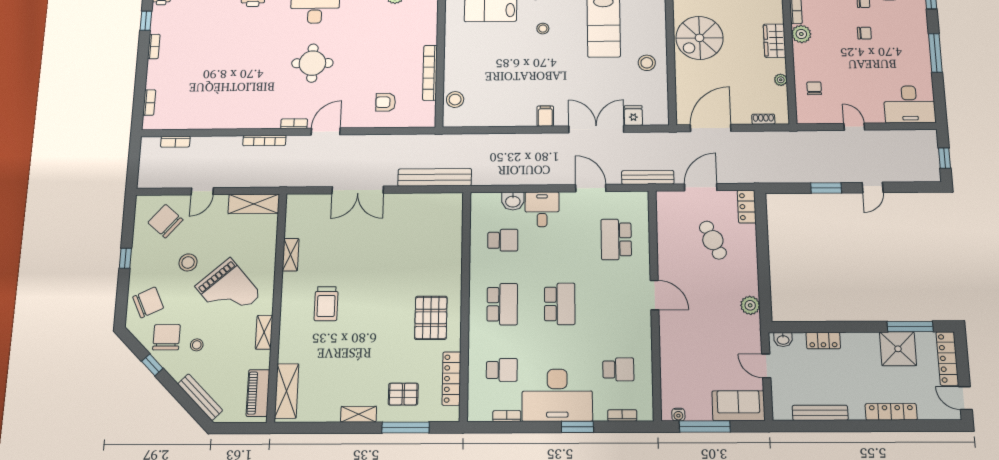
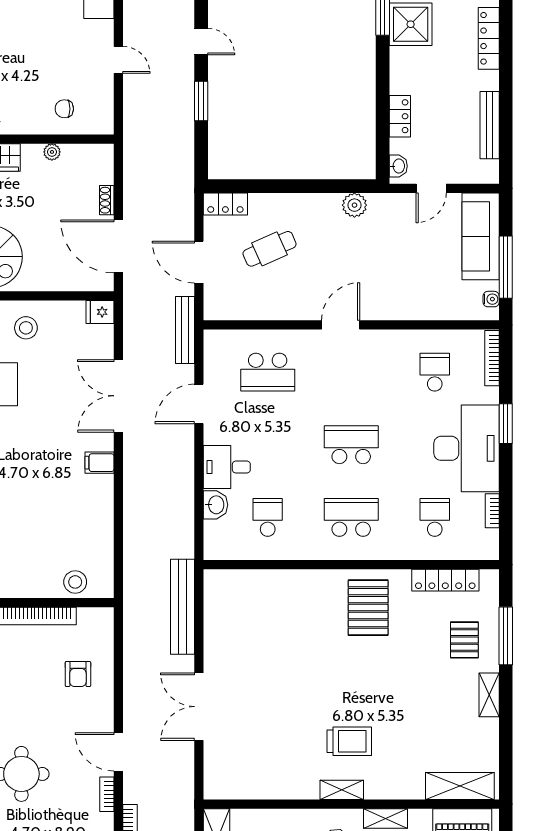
fridge: (633, 116) -> (100, 312), moved
shoe rack: (763, 119) -> (107, 200), moved
door: (854, 127) -> (118, 60), swing flipped
double door: (358, 190) -> (199, 707), swing flipped
shelving: (291, 255) -> (342, 790), moved
pallet: (431, 318) -> (368, 608), turned 90
sofa: (738, 406) -> (481, 236), width x1.36
bookcase: (622, 415) -> (492, 358), width x1.56

